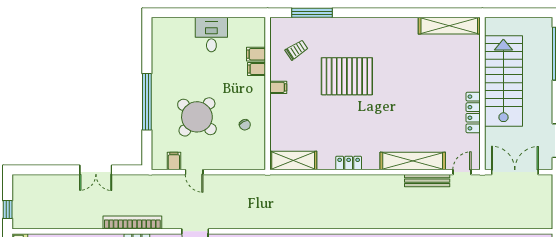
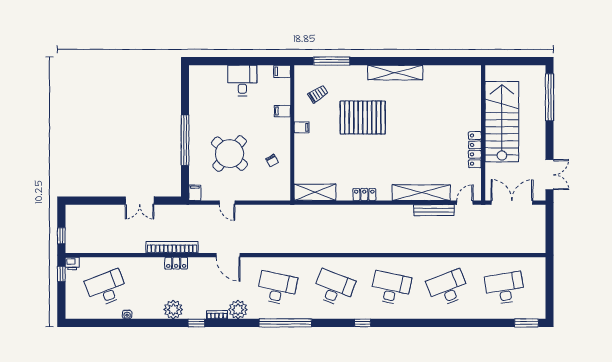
shelving: (449, 26) -> (395, 73), moved
filing cabinet: (256, 54) -> (282, 71), moved
filing cabinet: (174, 161) -> (195, 193), moved

